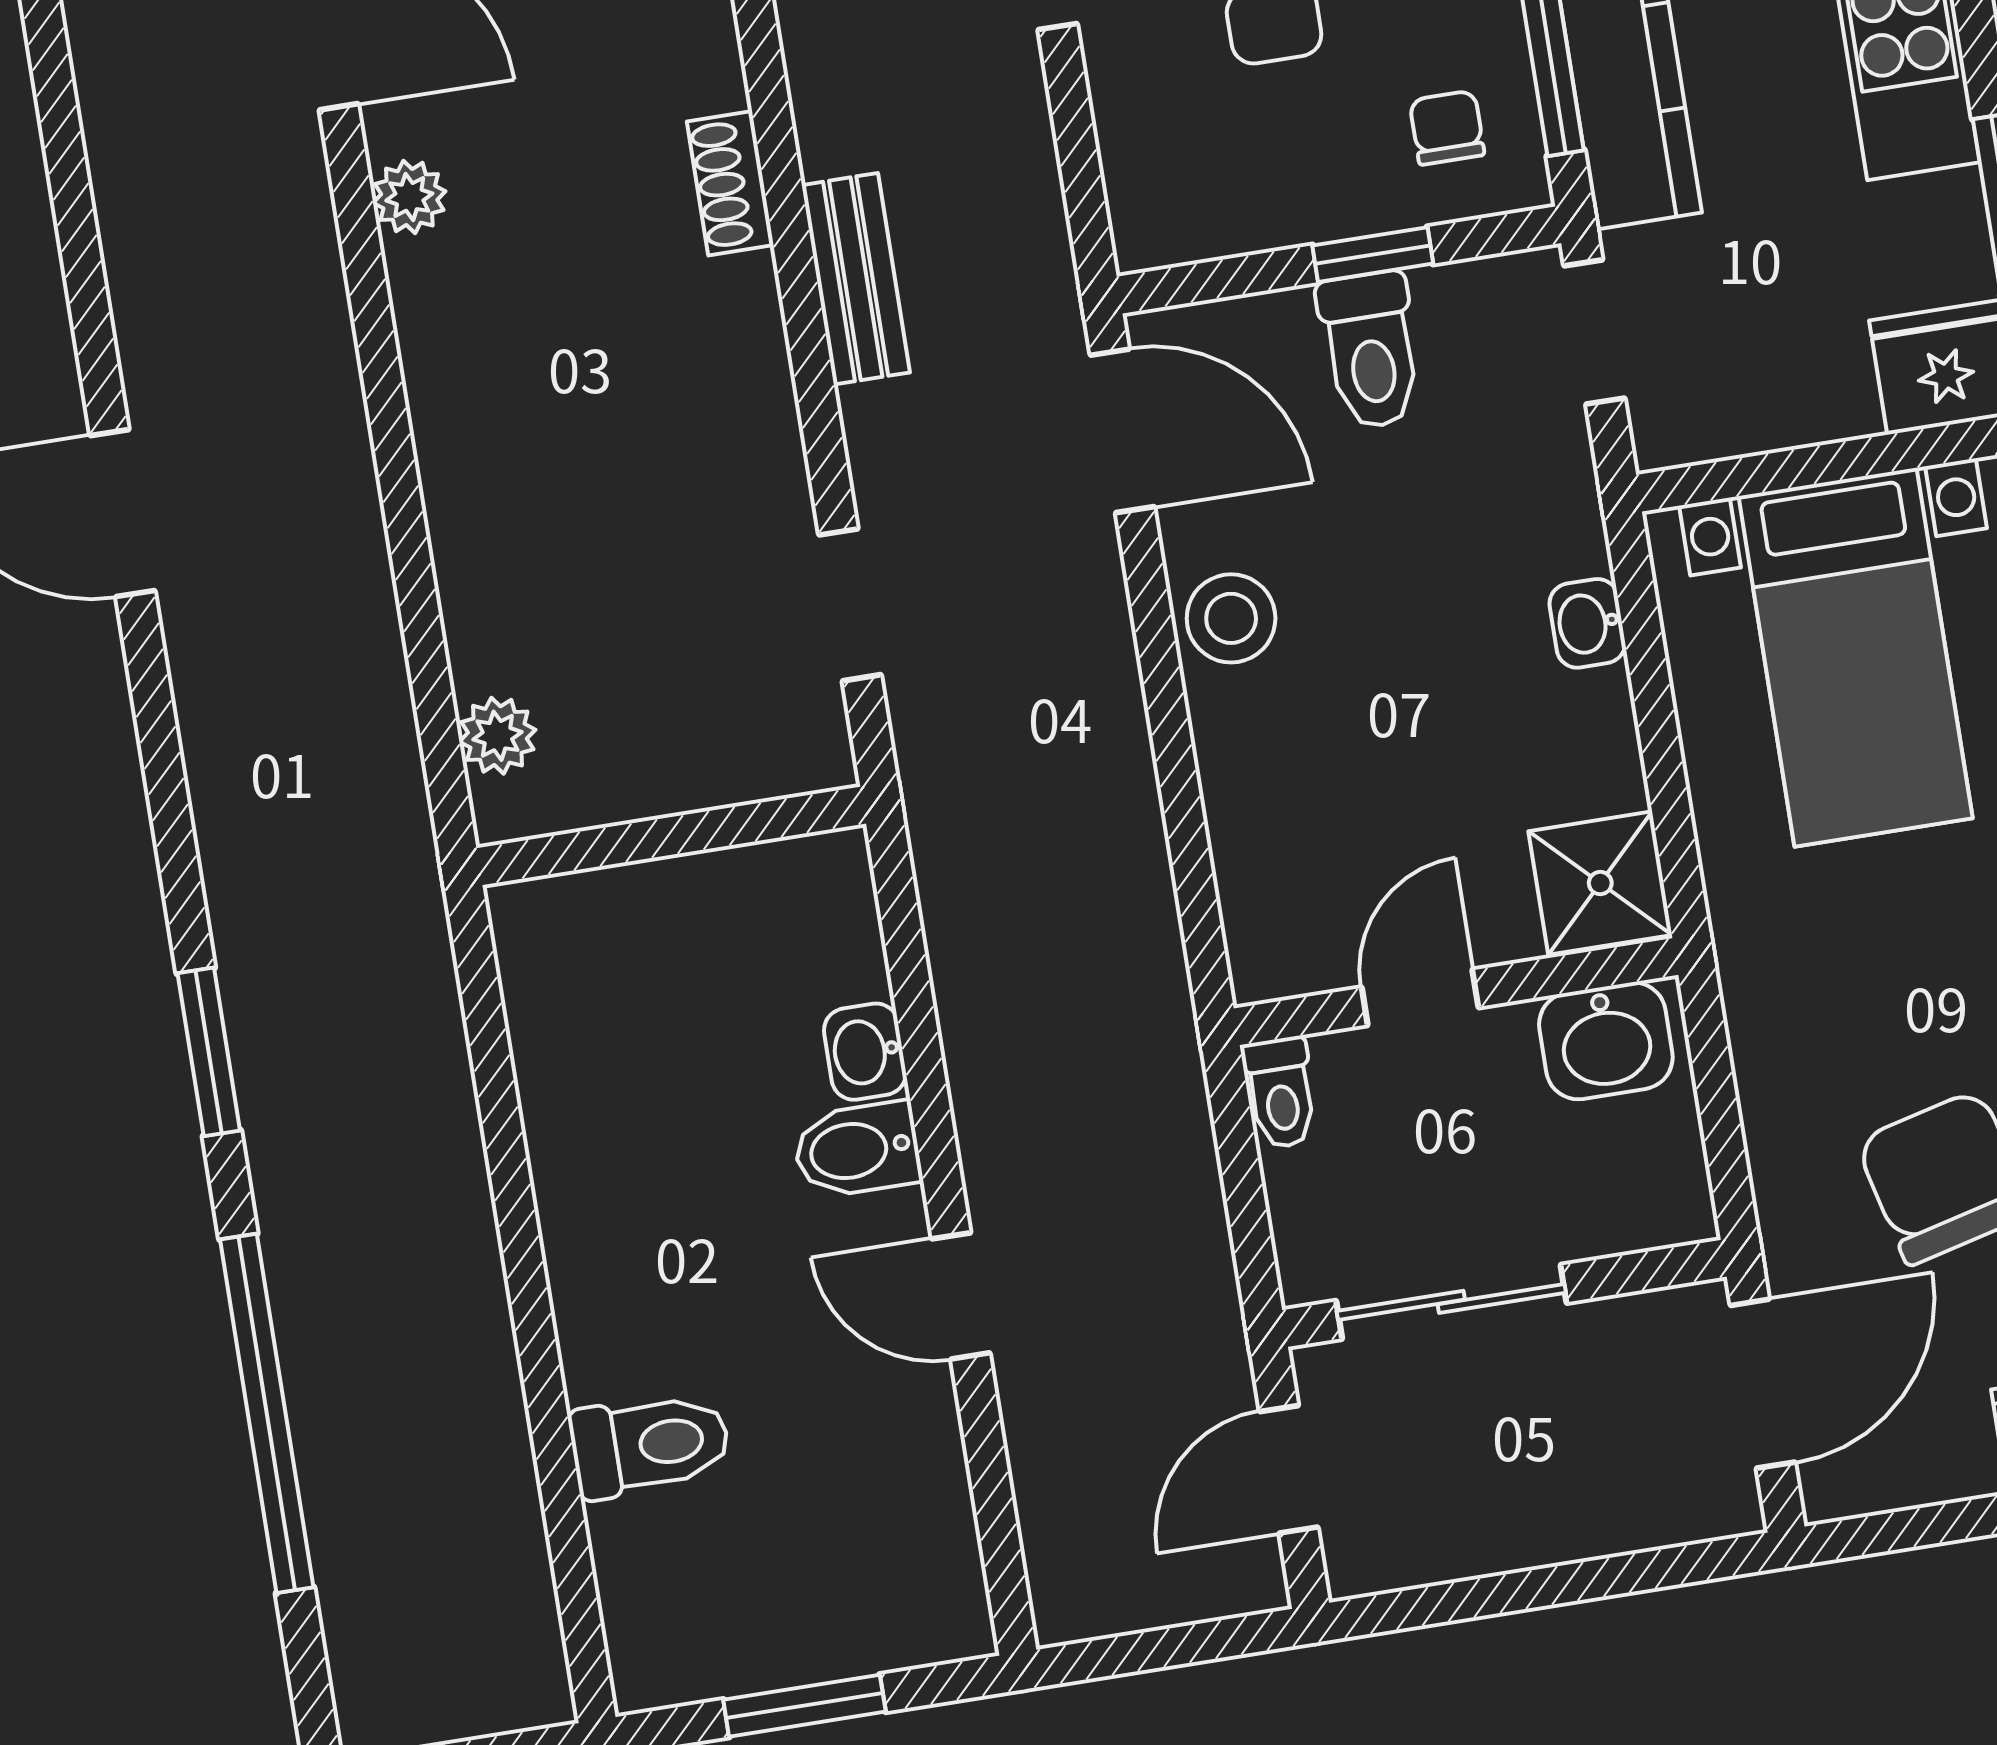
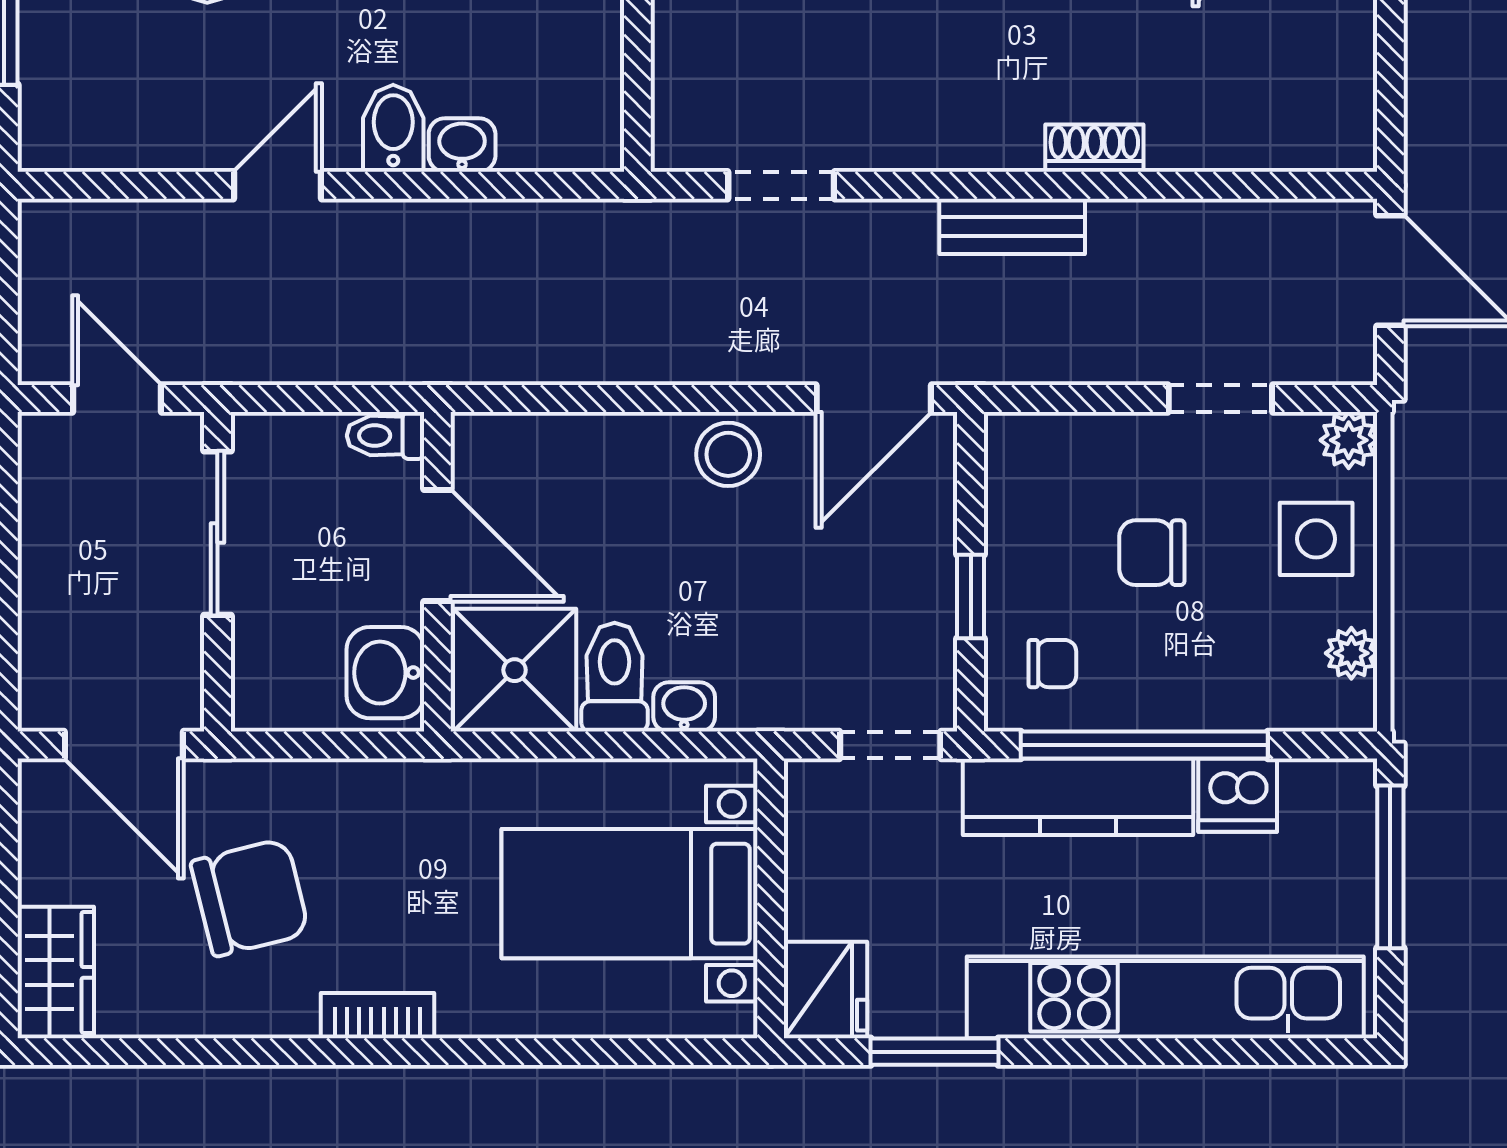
toilet: (1370, 350) -> (615, 677), moved, turned 90
shower: (1600, 883) -> (515, 670), width x1.36, depth x1.36
door: (1420, 997) -> (437, 546), width x1.38

